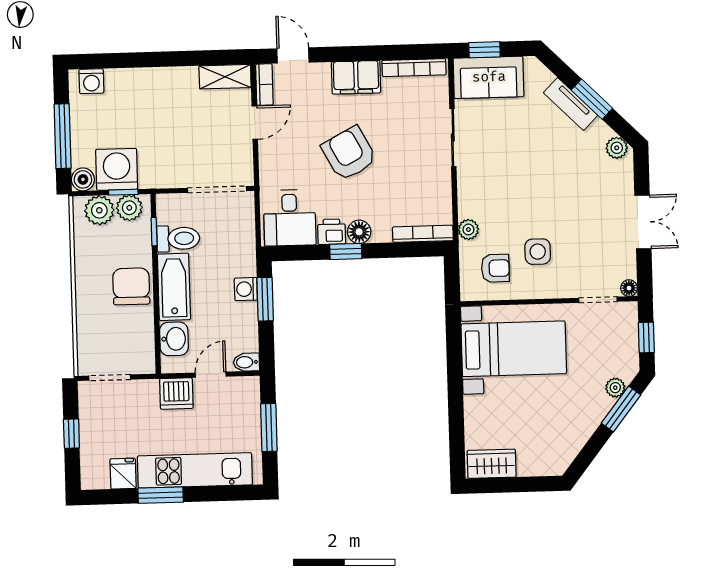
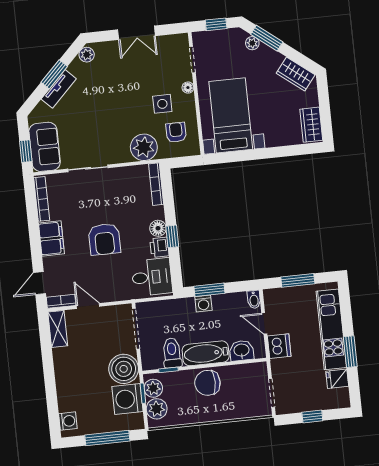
armchair: (349, 153) -> (104, 239), turned -62
boiler: (83, 179) -> (124, 369), moved, width x1.86, depth x1.86
double door: (643, 222) -> (136, 33), swing flipped
plant: (468, 229) -> (144, 147), width x1.88, depth x1.88
floor lamp: (629, 288) -> (188, 88), moved
wardrobe: (566, 447) -> (296, 74), added

